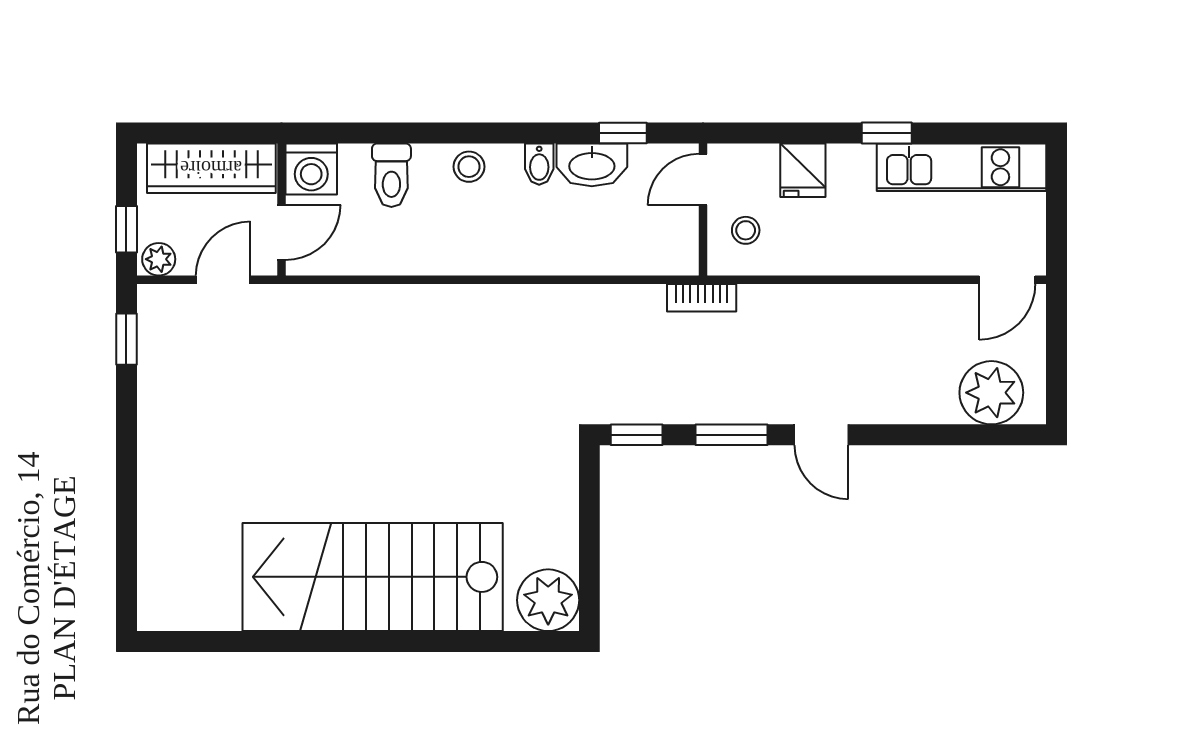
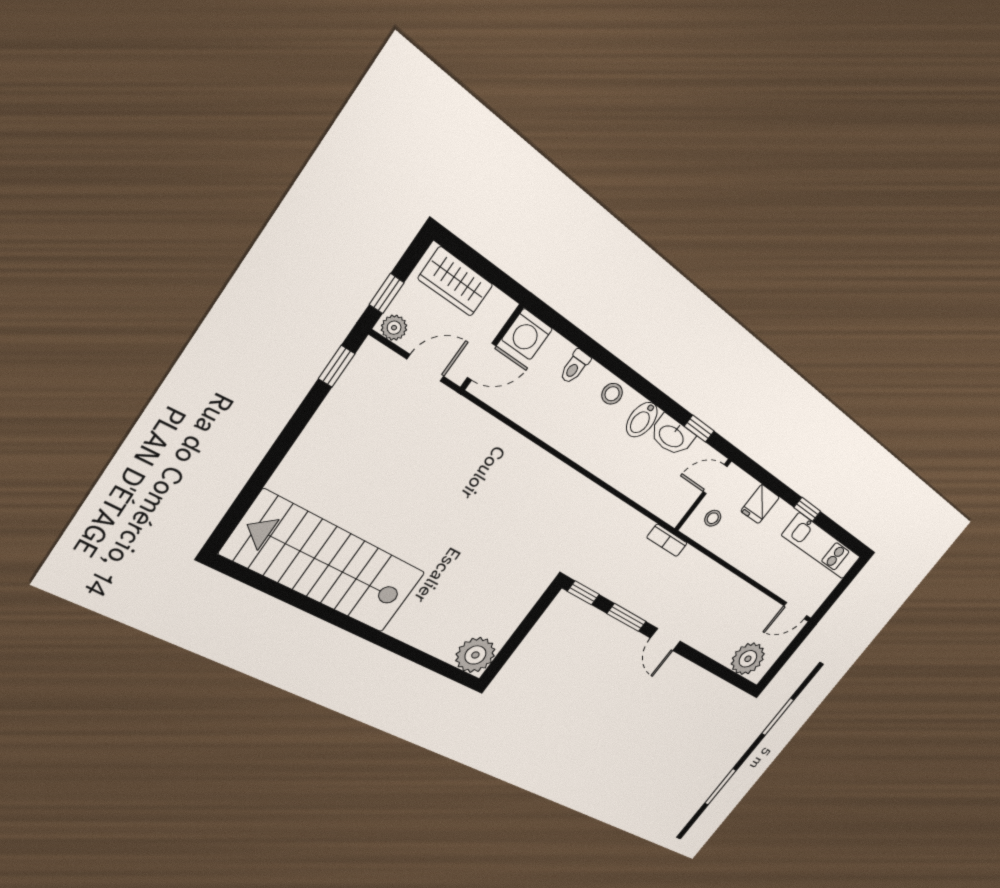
bidet: (539, 164) -> (642, 420), width x1.38, depth x1.36
wardrobe: (211, 168) -> (456, 282), width x0.67
toilet: (391, 175) -> (575, 367), width x0.73, depth x0.72
stairs: (373, 577) -> (325, 564), moved

